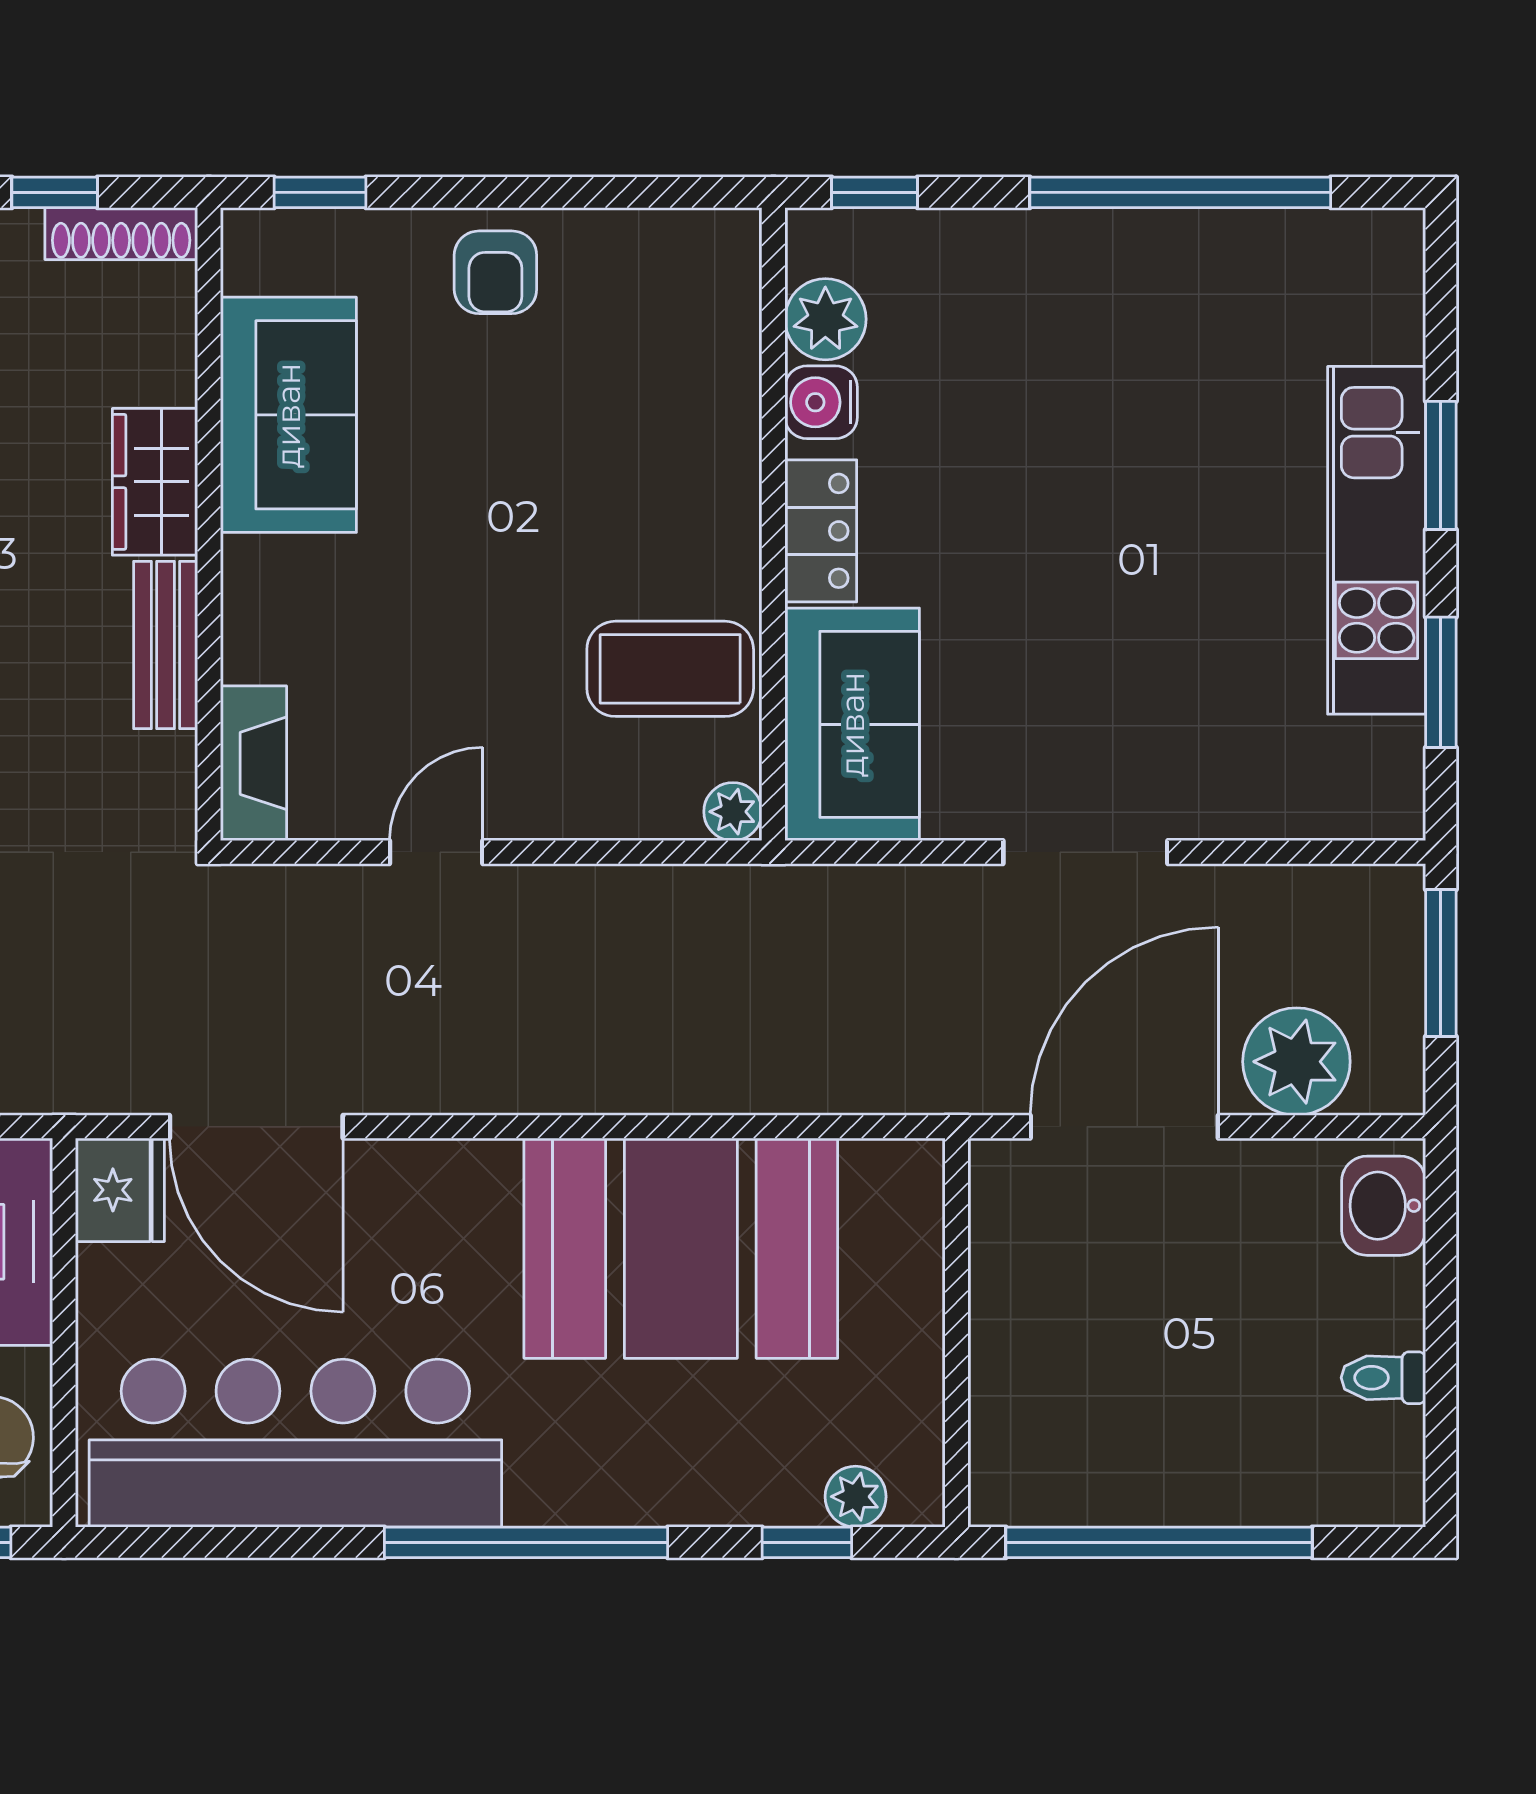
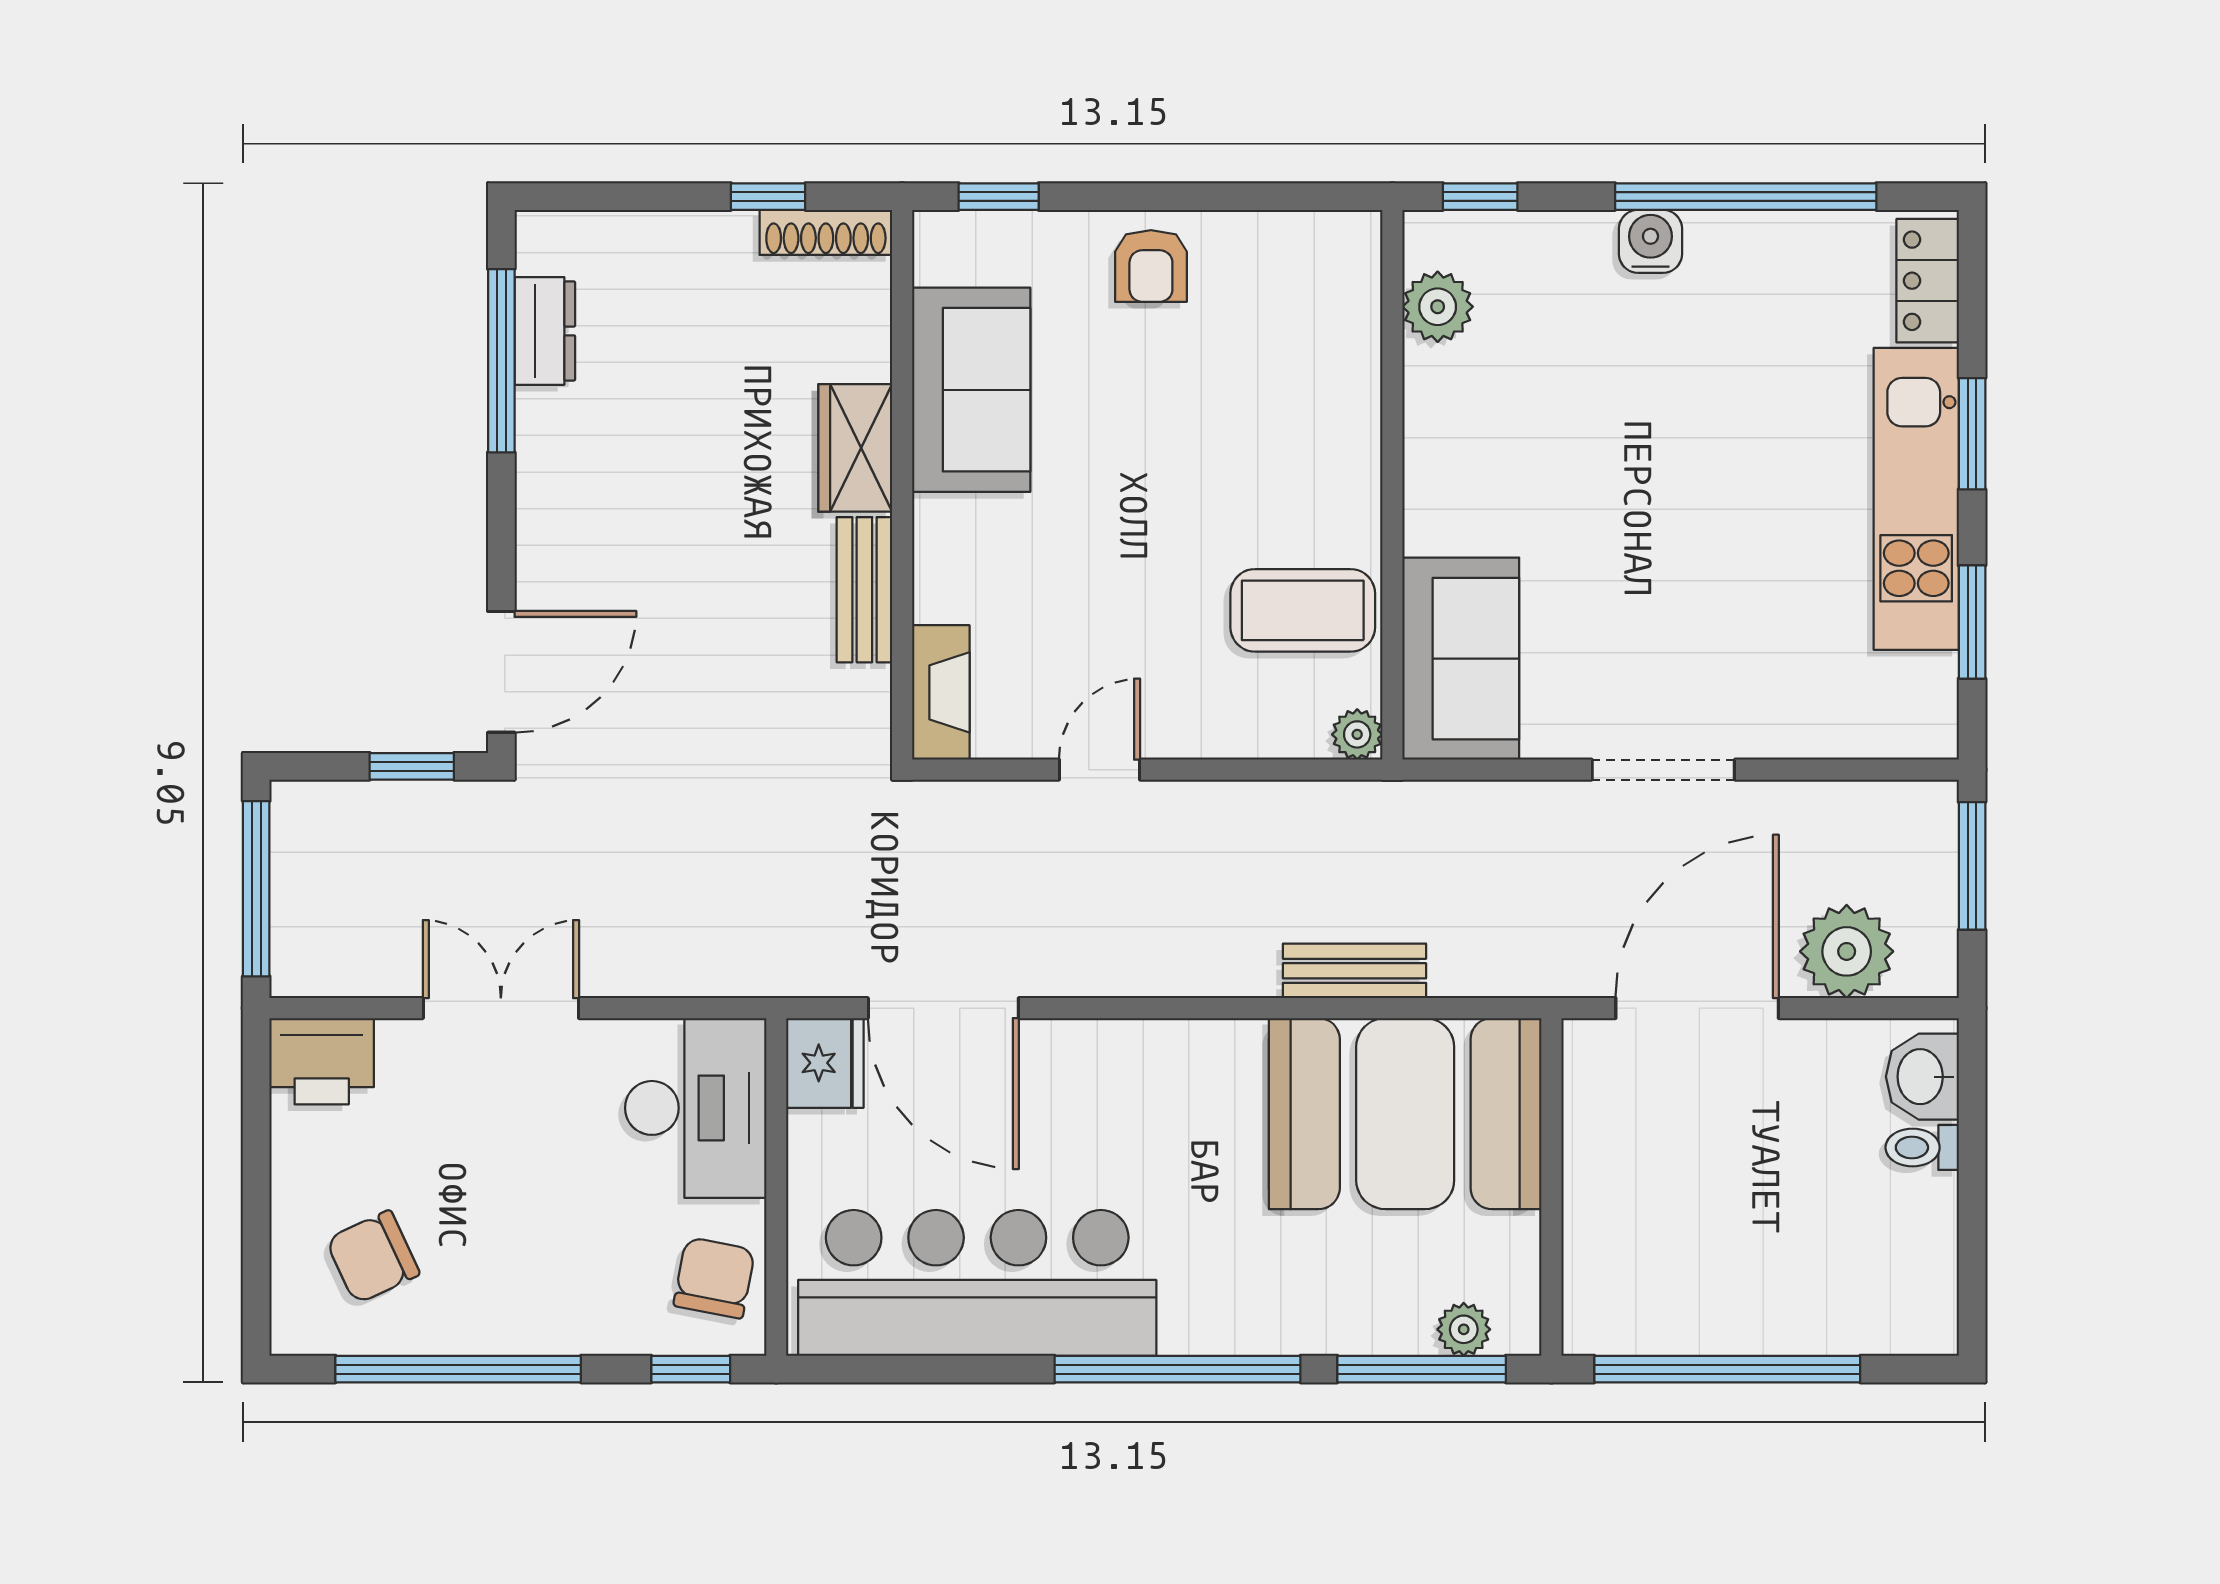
water cooler: (821, 402) -> (1650, 241), moved, turned 90
locker: (821, 531) -> (1928, 281), moved, turned 180
bench: (730, 1084) -> (1354, 971), added
booth: (681, 1248) -> (1405, 1114), moved
toilet: (1383, 1378) -> (1922, 1147), moved
window: (807, 1542) -> (1422, 1369), width x2.17

